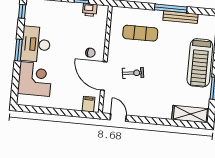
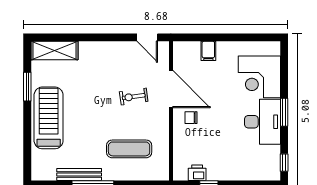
filing cabinet: (88, 104) -> (208, 51), moved

